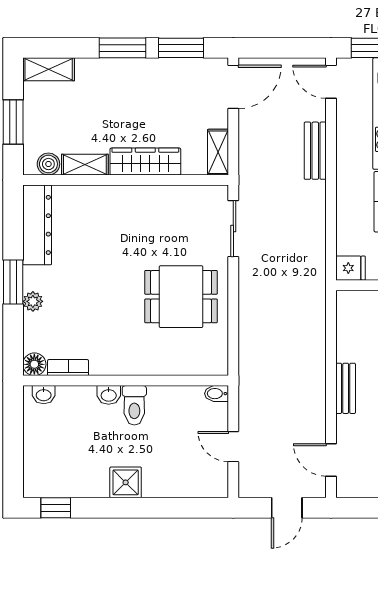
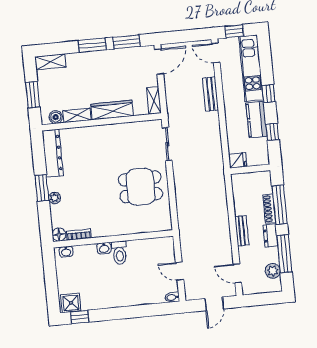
bidet: (216, 394) -> (172, 297), moved
shower: (126, 482) -> (71, 303), moved

